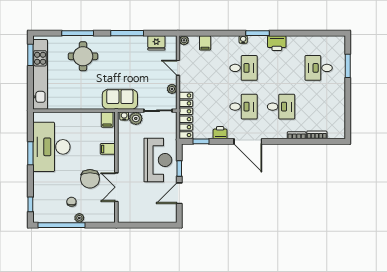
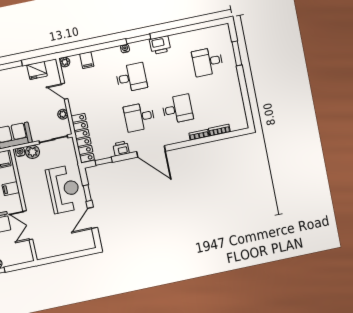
desk: (244, 107) -> (139, 117), turned 180

